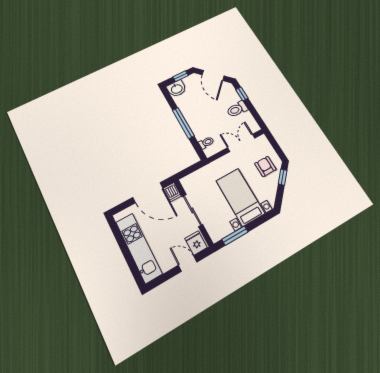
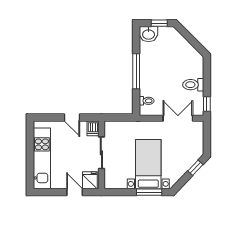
door: (213, 75) -> (191, 39), removed
window: (242, 94) -> (207, 104), moved
armchair: (265, 166) -> (186, 150), removed
door: (148, 193) -> (72, 117), width x0.53
window: (235, 236) -> (149, 192), moved

